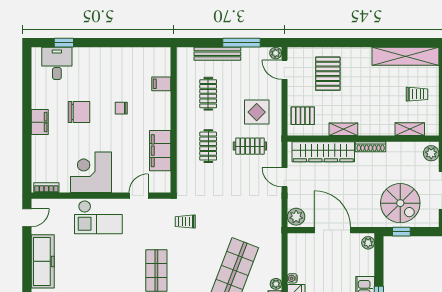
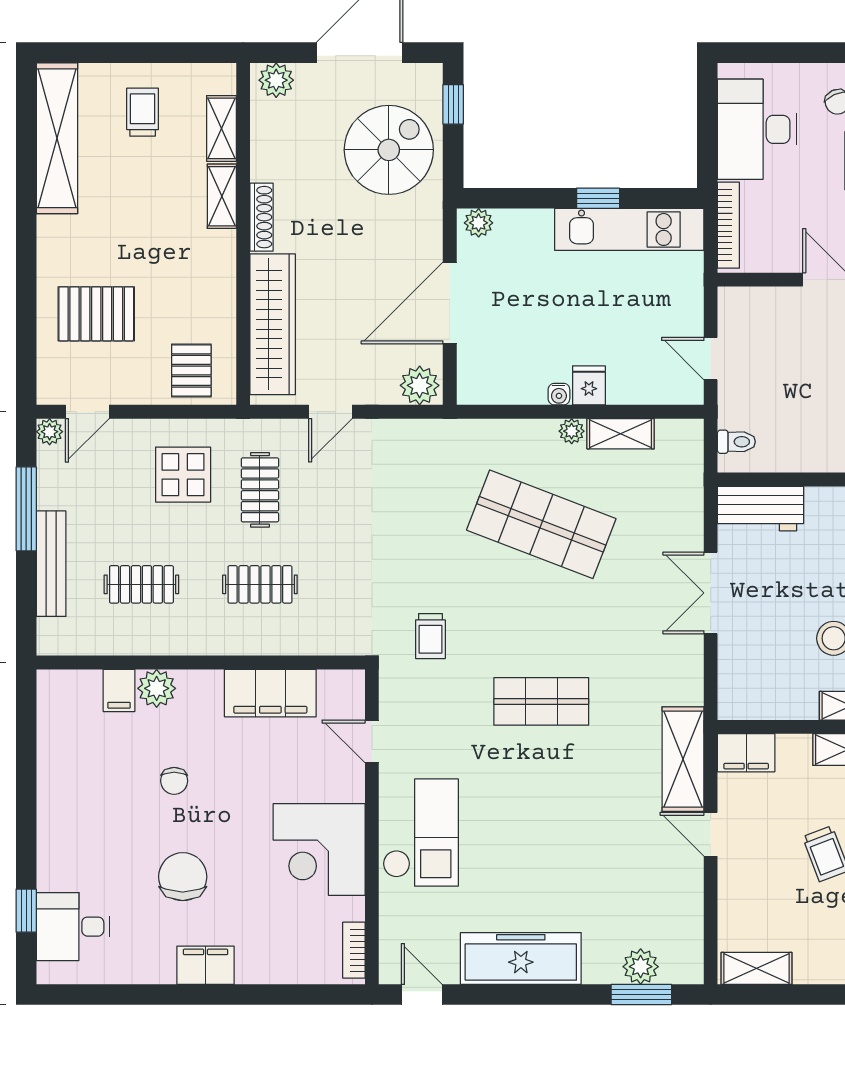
plant: (162, 100) -> (157, 688), added
shelving: (343, 129) -> (222, 196), moved
window: (401, 232) -> (453, 104), moved

